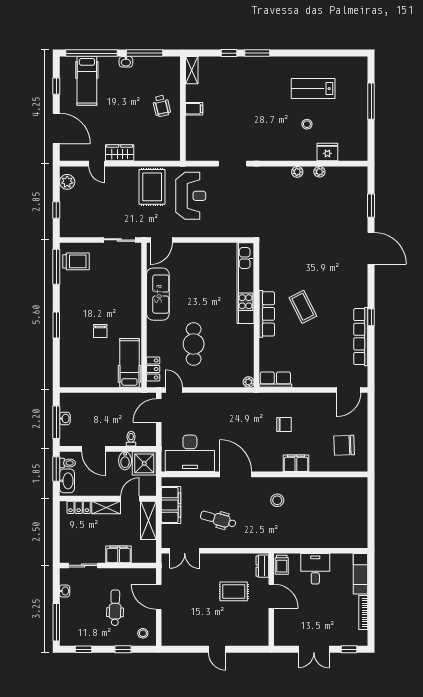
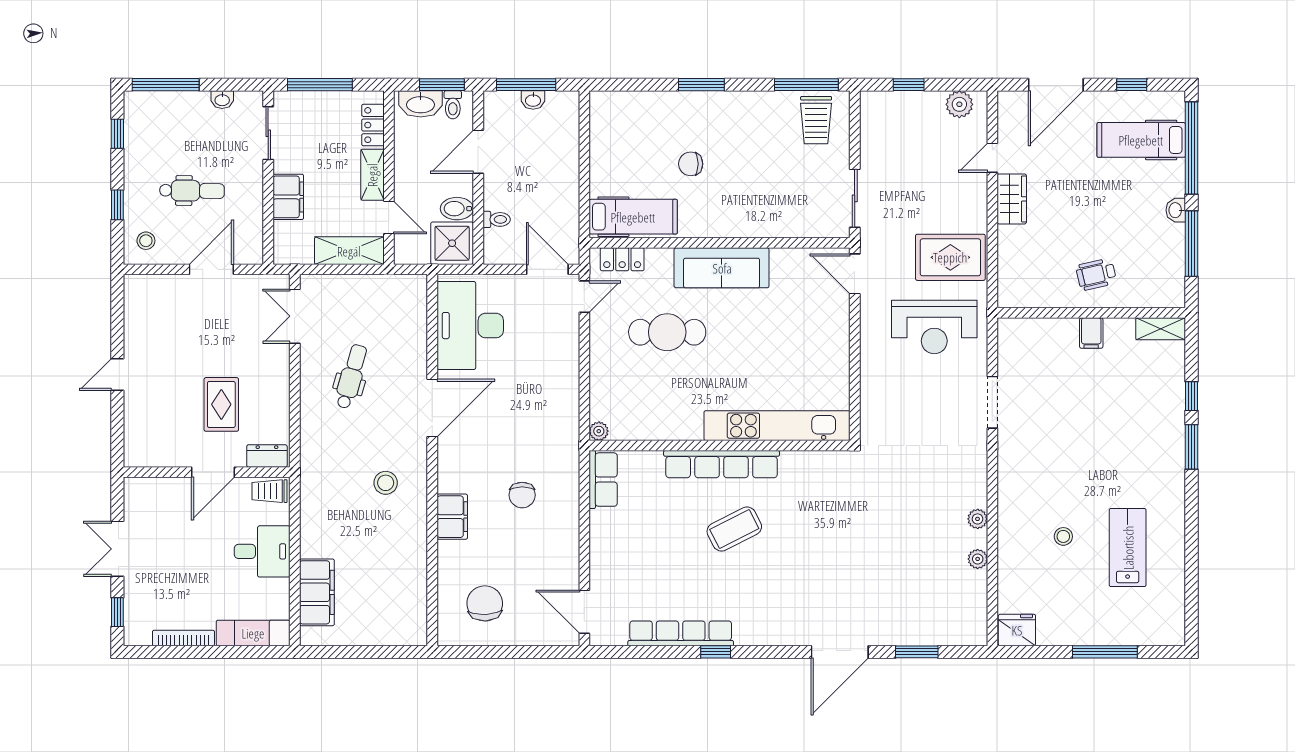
fridge: (327, 152) -> (1017, 630), moved, turned -90
sofa: (158, 294) -> (722, 268), moved
row of seats: (267, 314) -> (722, 464), width x1.36
filing cabinet: (171, 505) -> (317, 592), moved, turned -90
window: (56, 537) -> (320, 85), added

